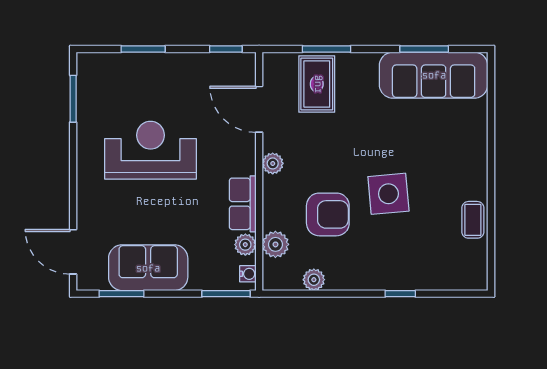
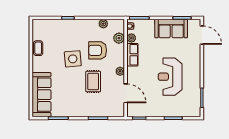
sofa: (434, 75) -> (41, 95), moved, turned 90
rug: (317, 84) -> (93, 82), moved
reception desk: (150, 150) -> (170, 77), turned 90

